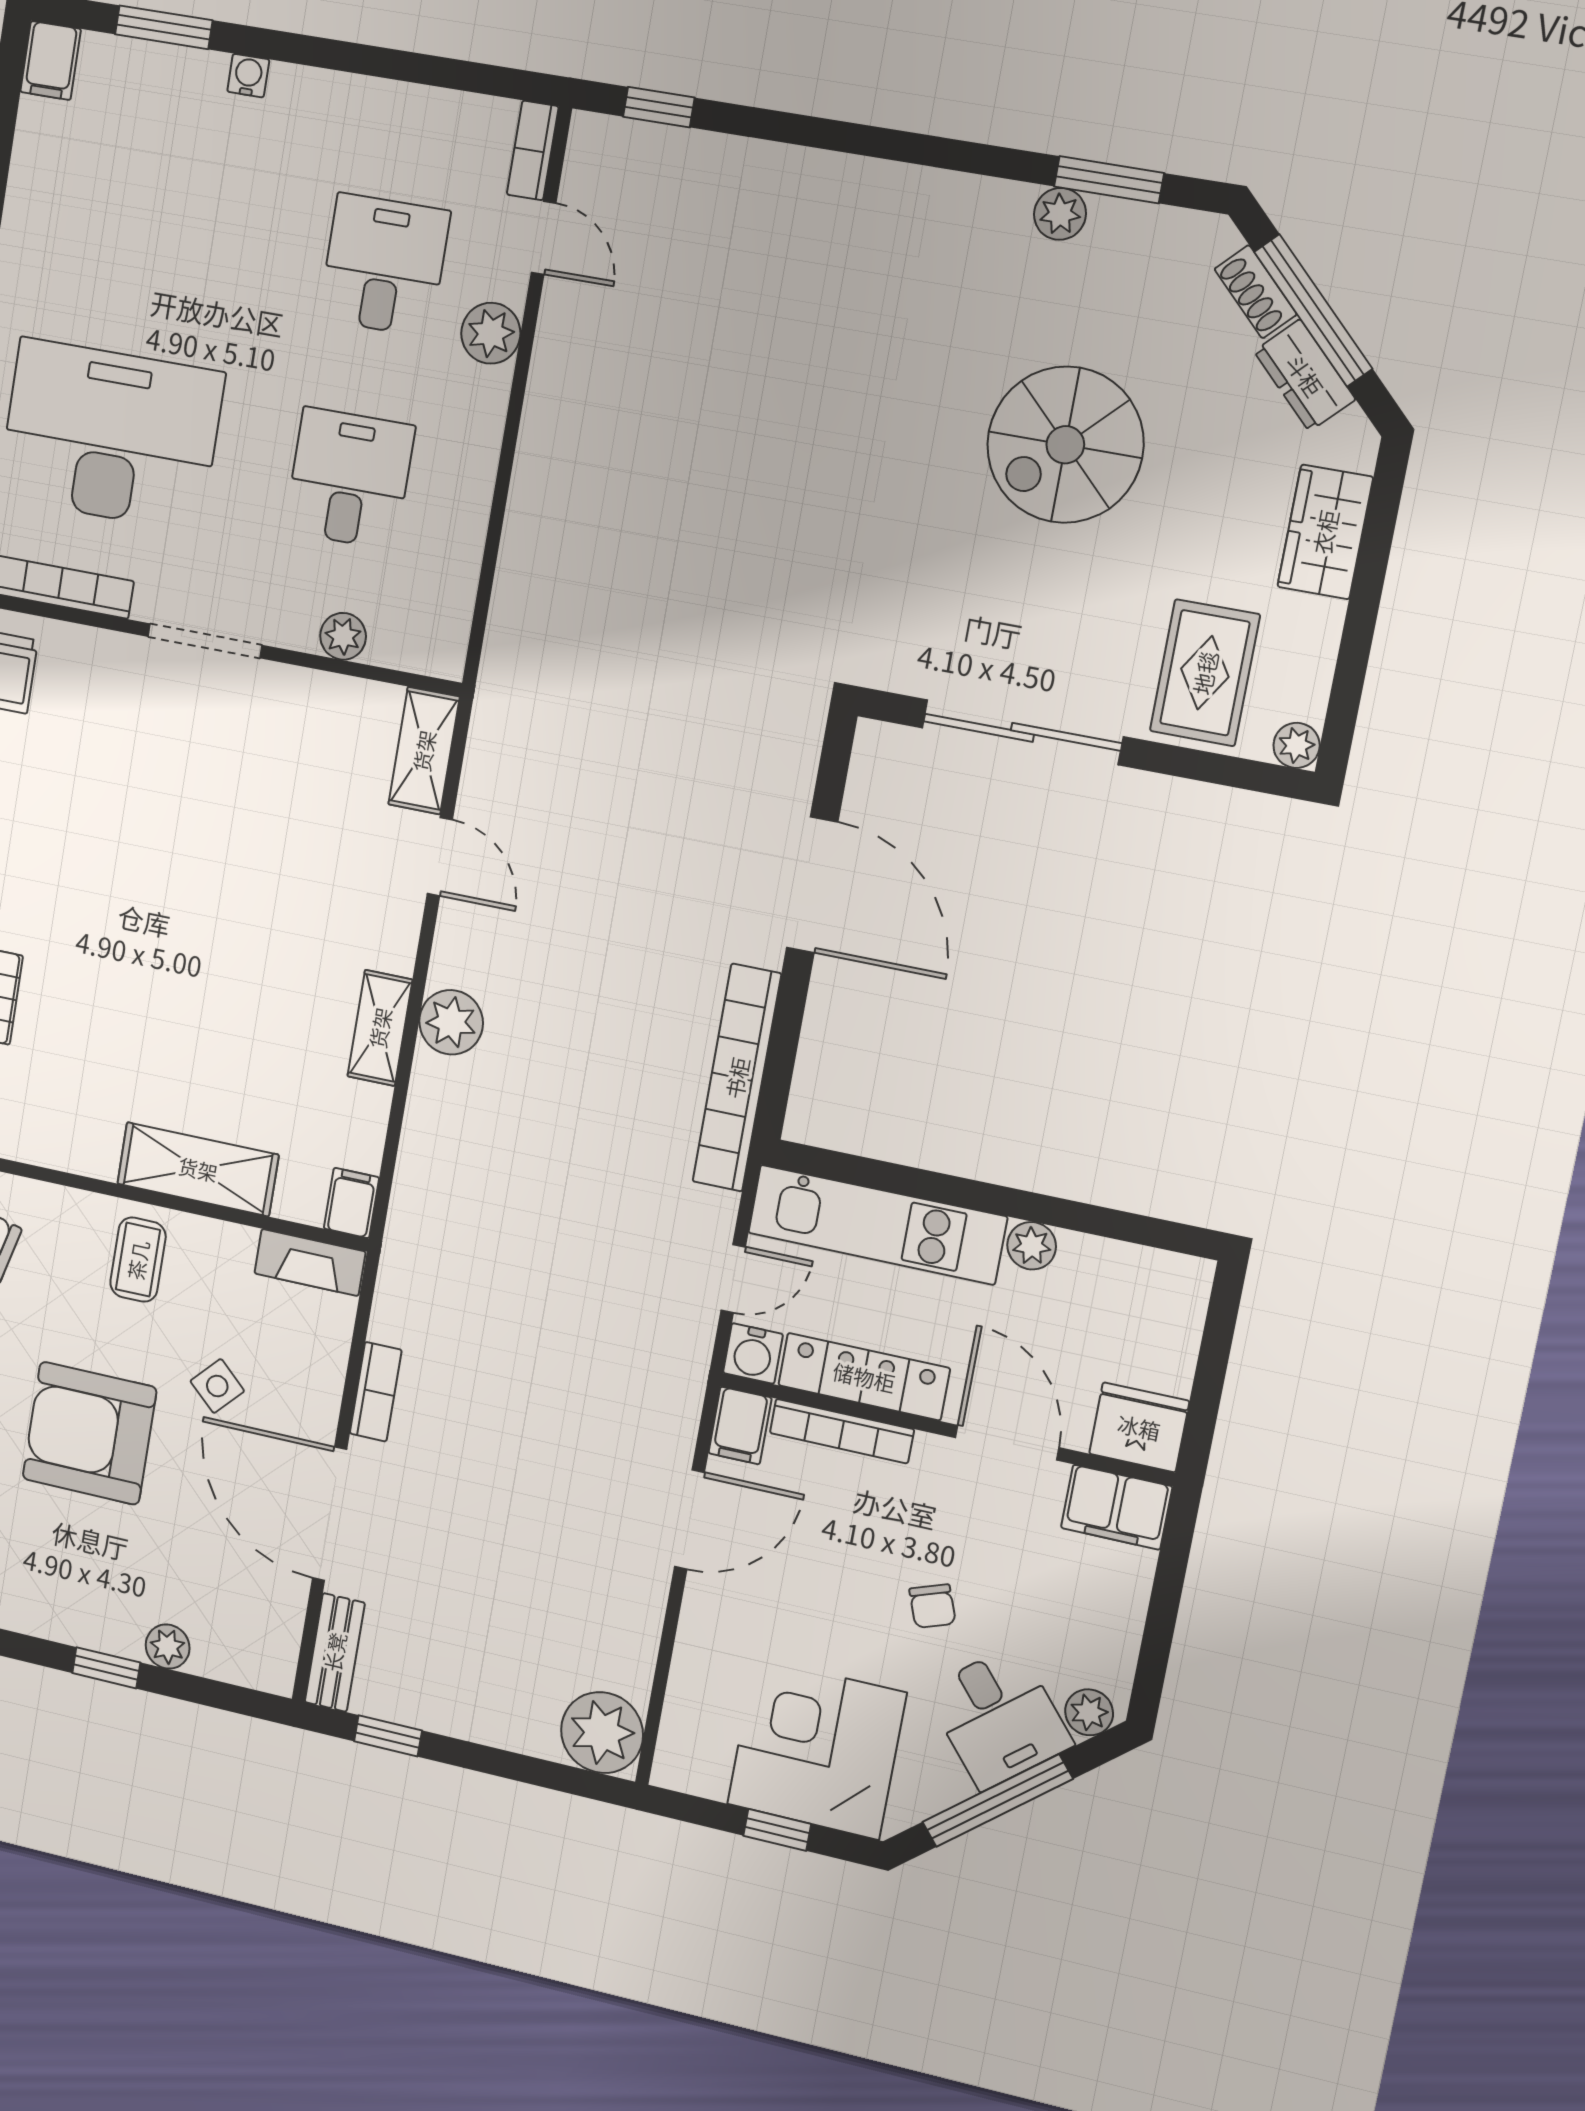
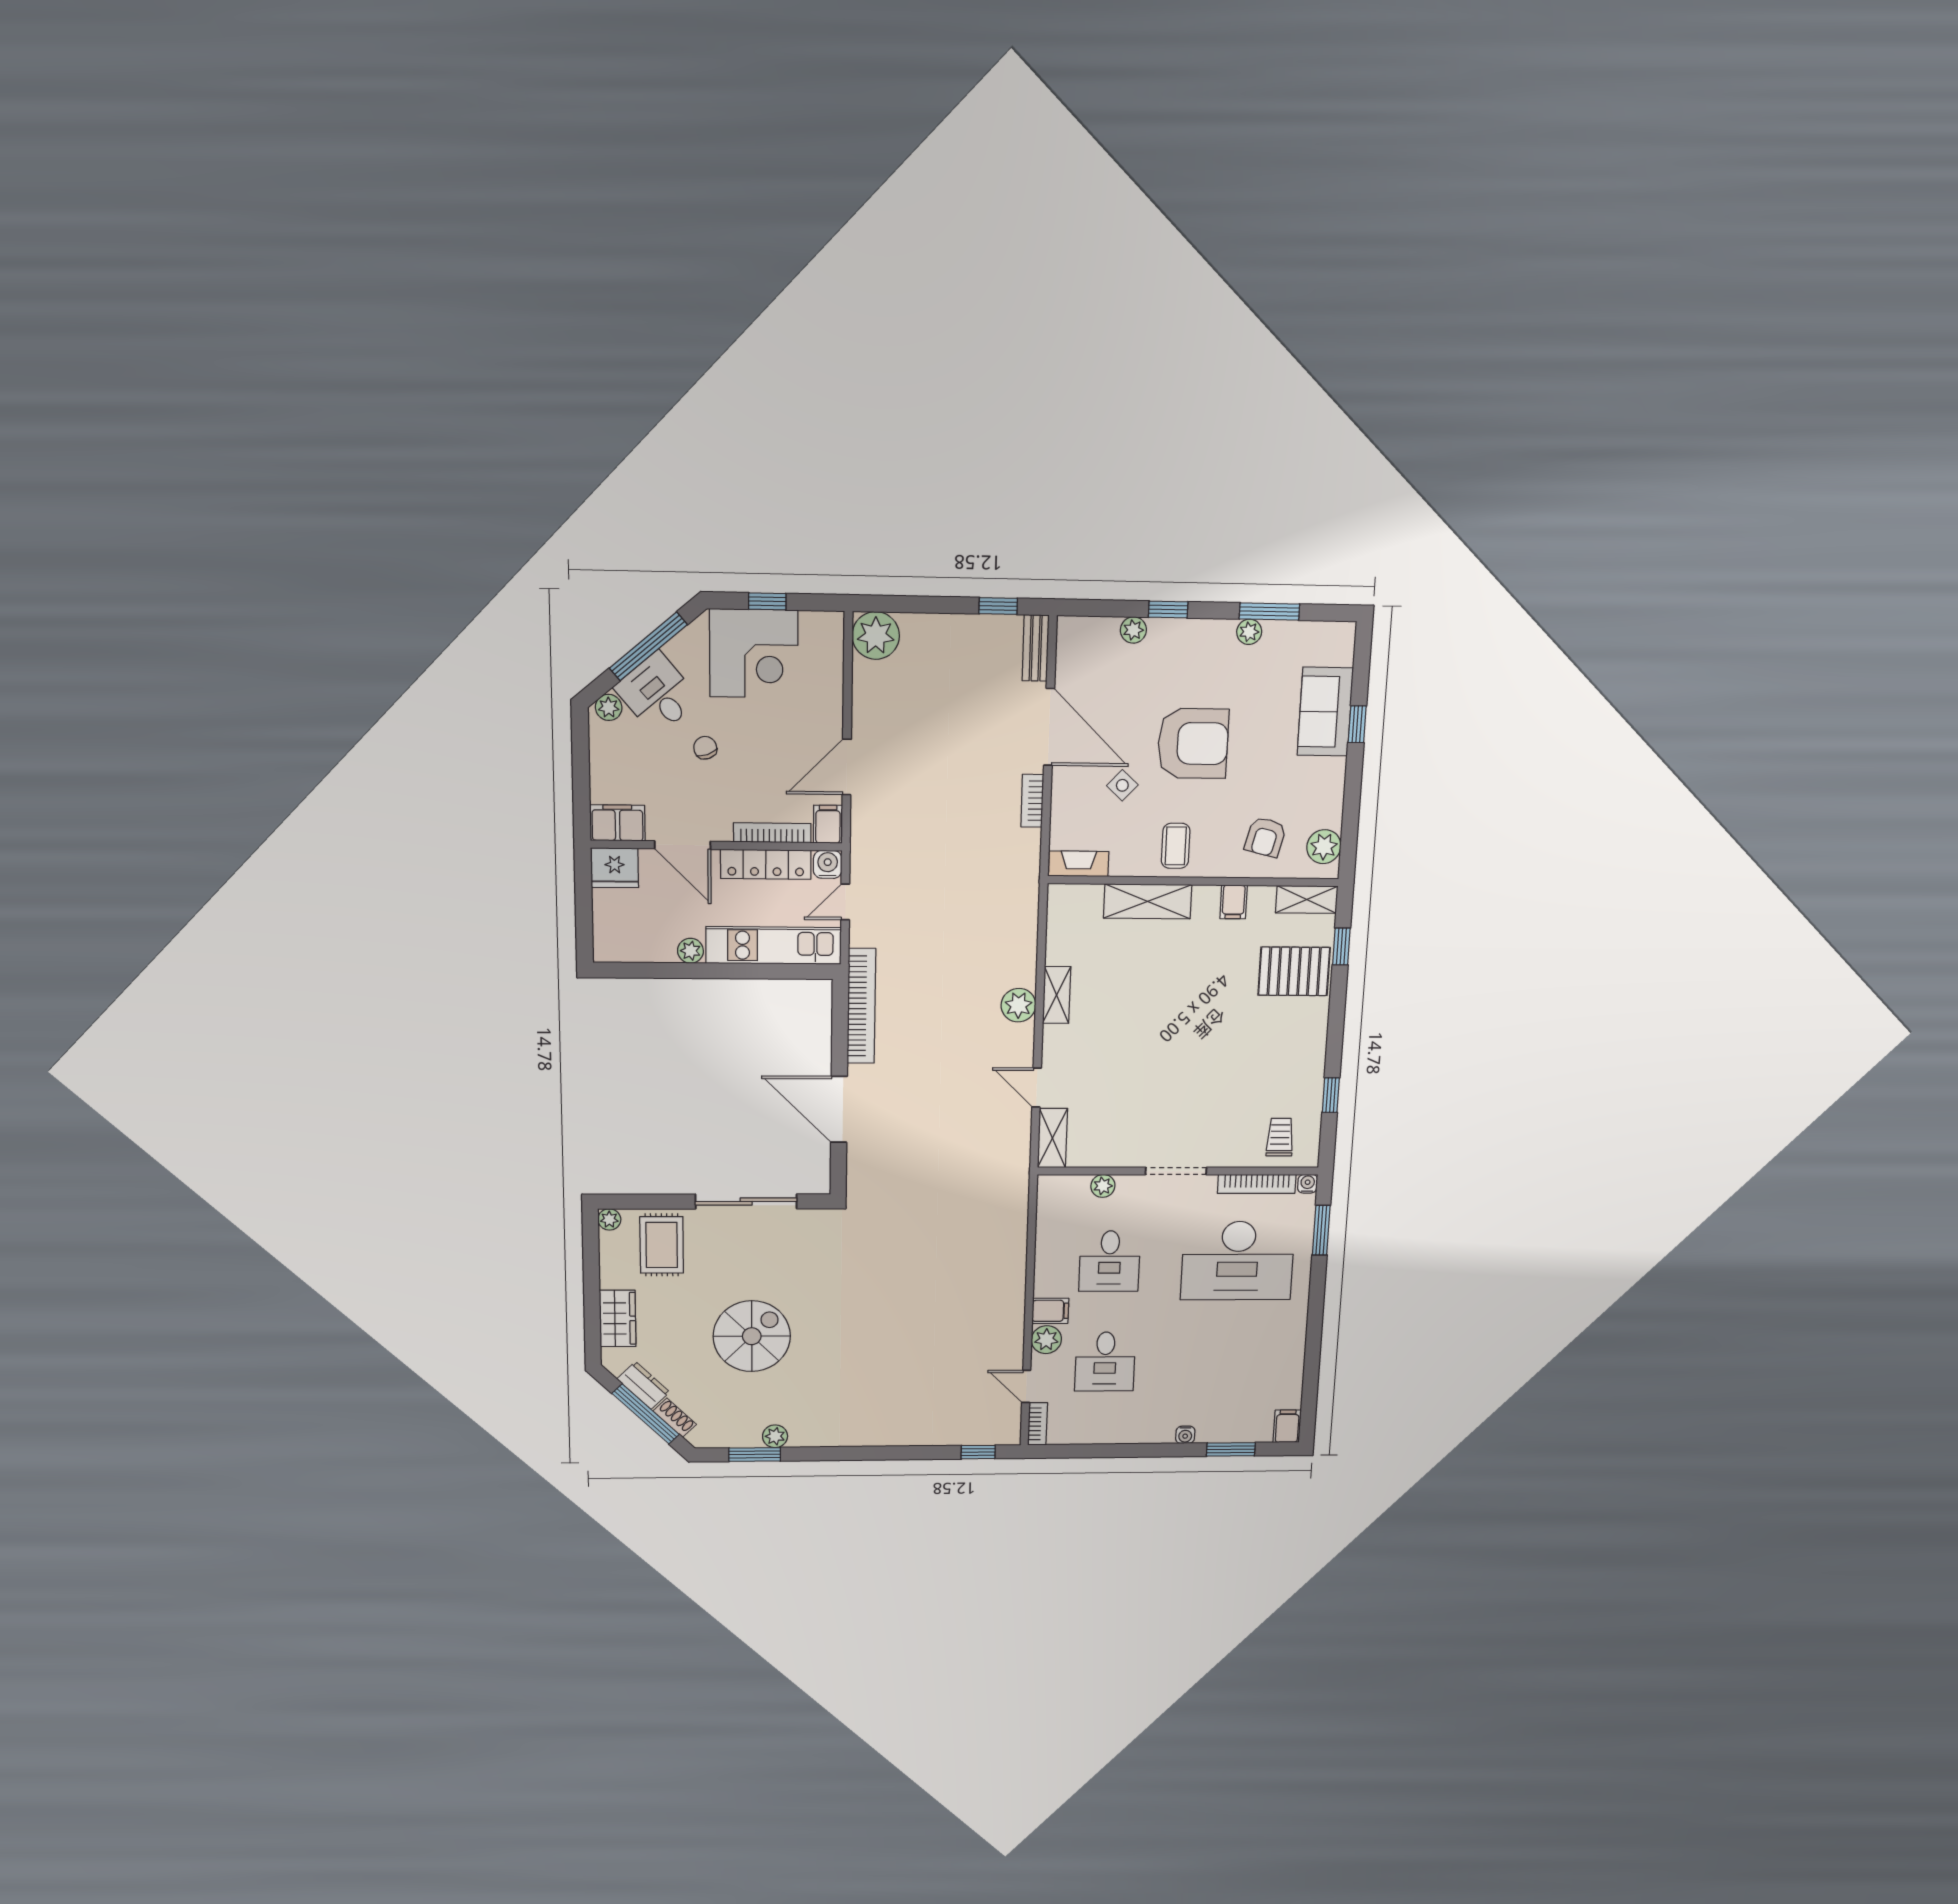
filing cabinet: (475, 394) -> (1050, 1311), added
filing cabinet: (351, 1203) -> (1234, 902), moved

